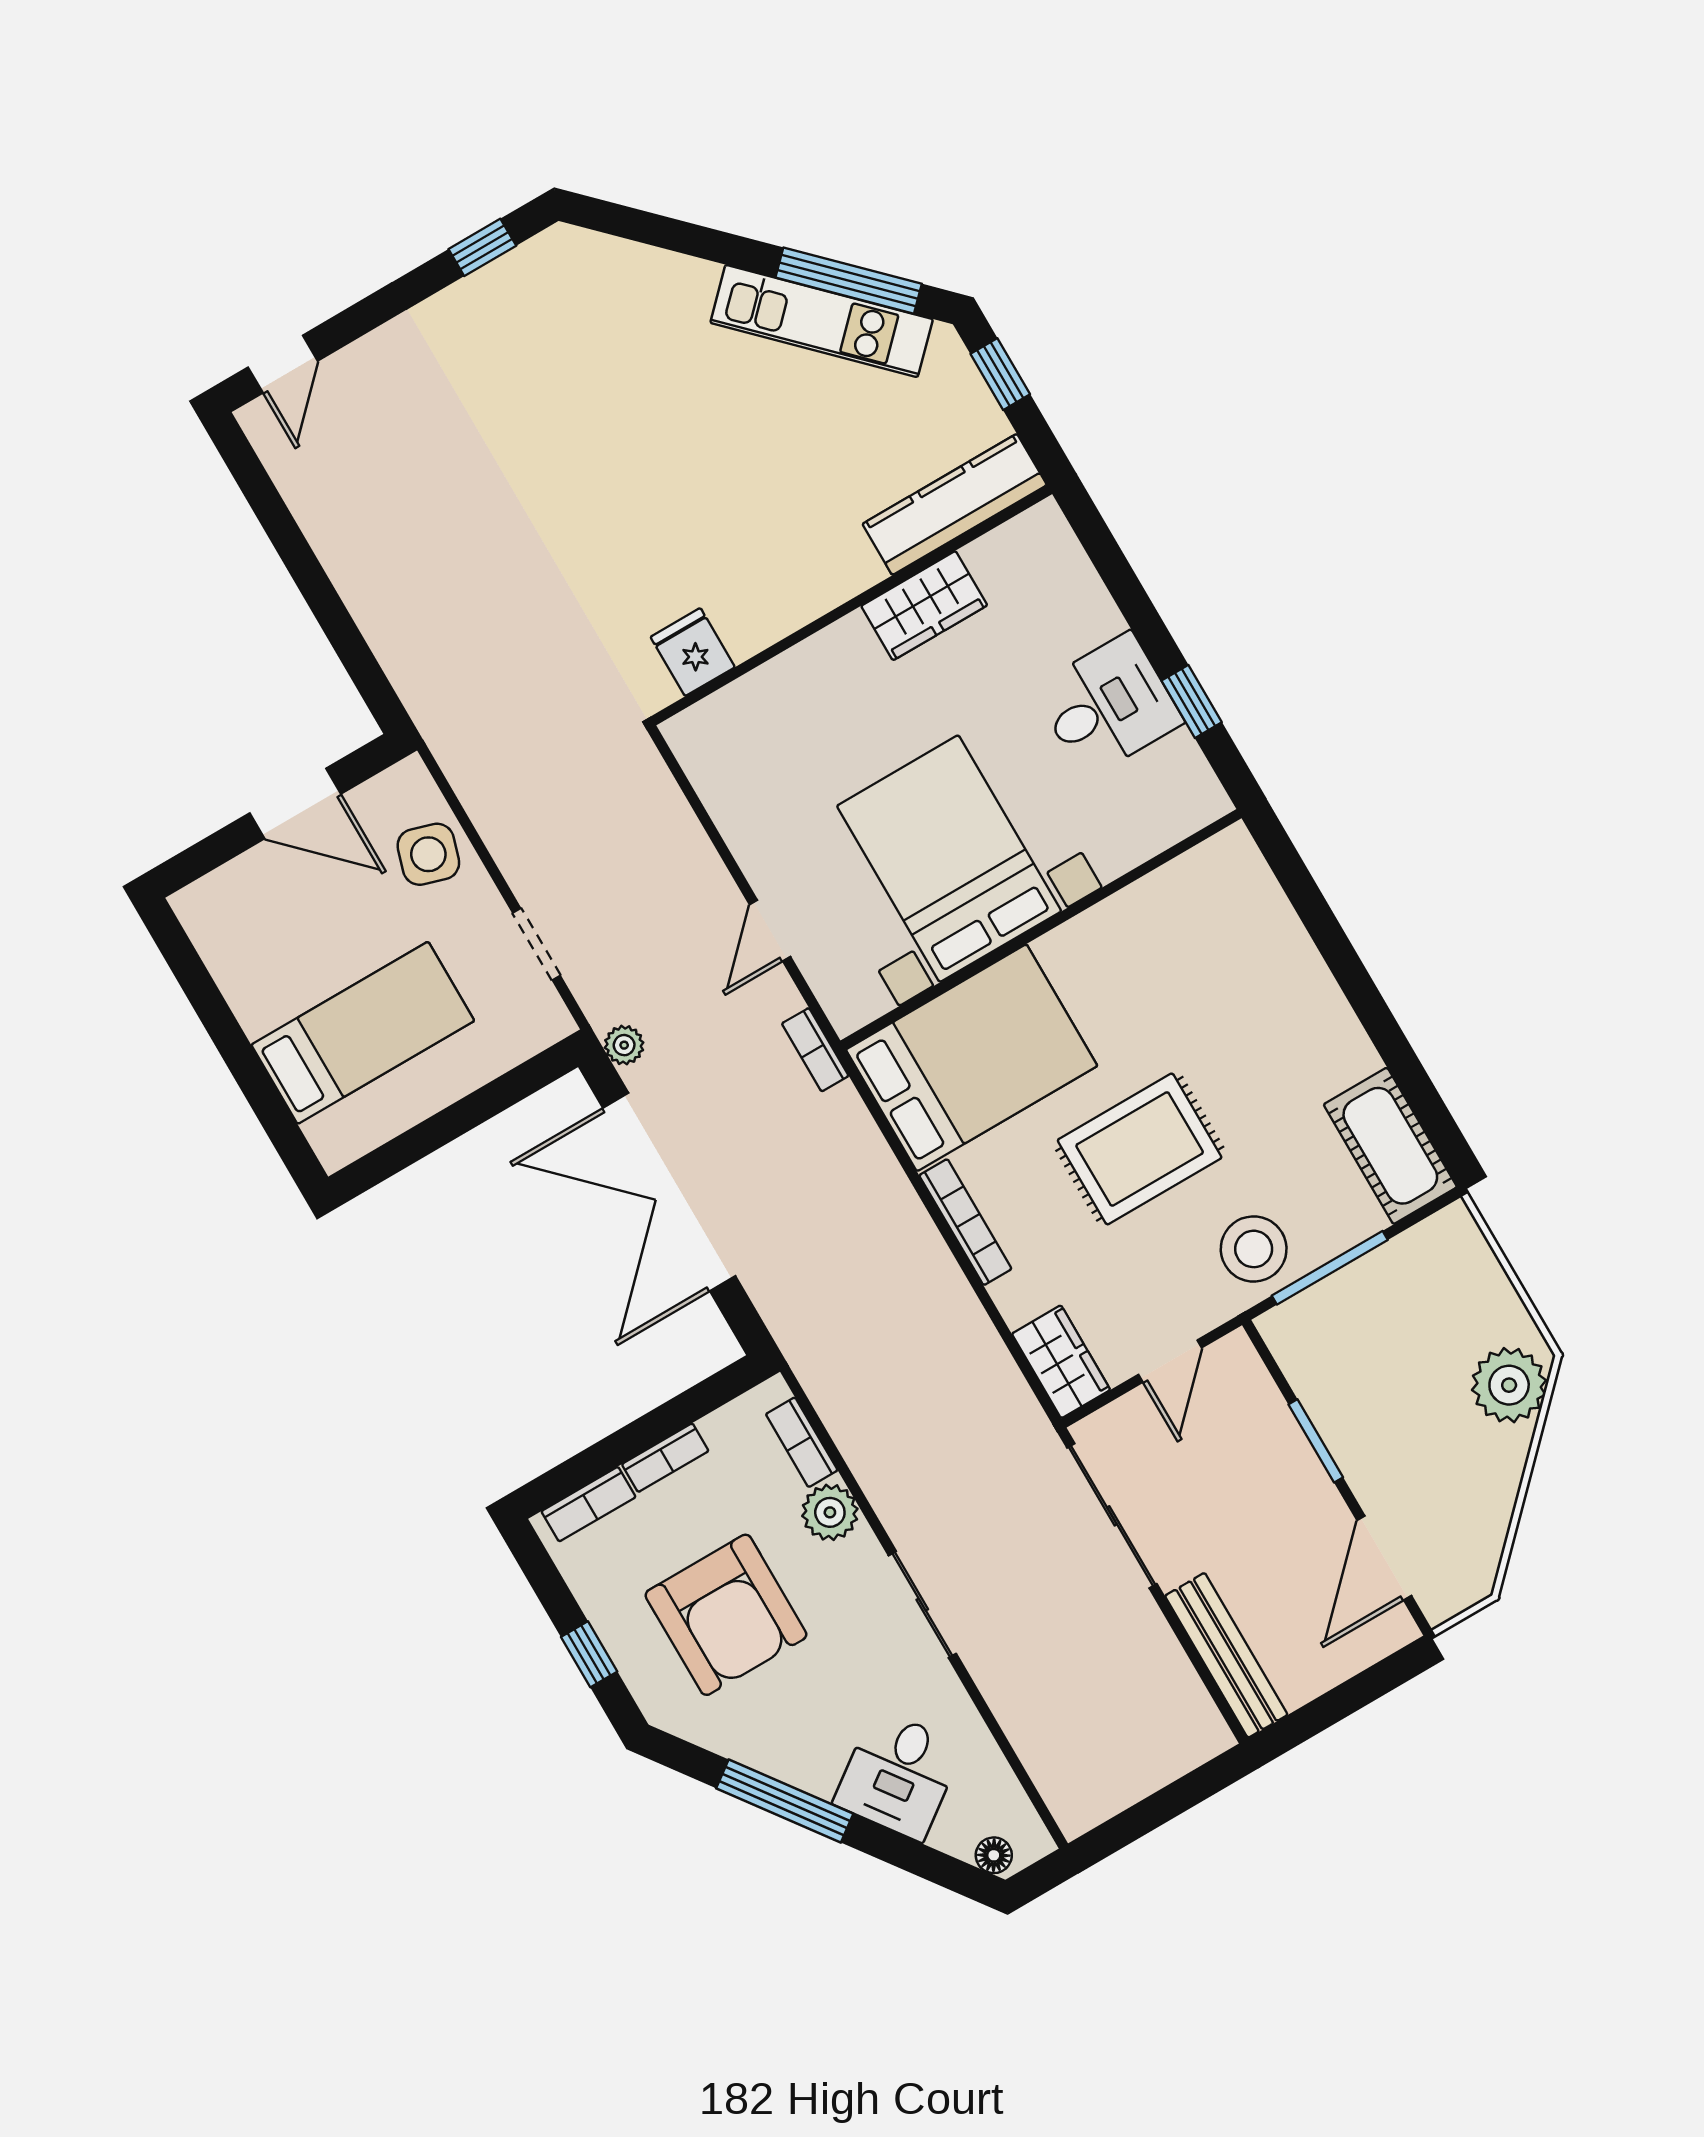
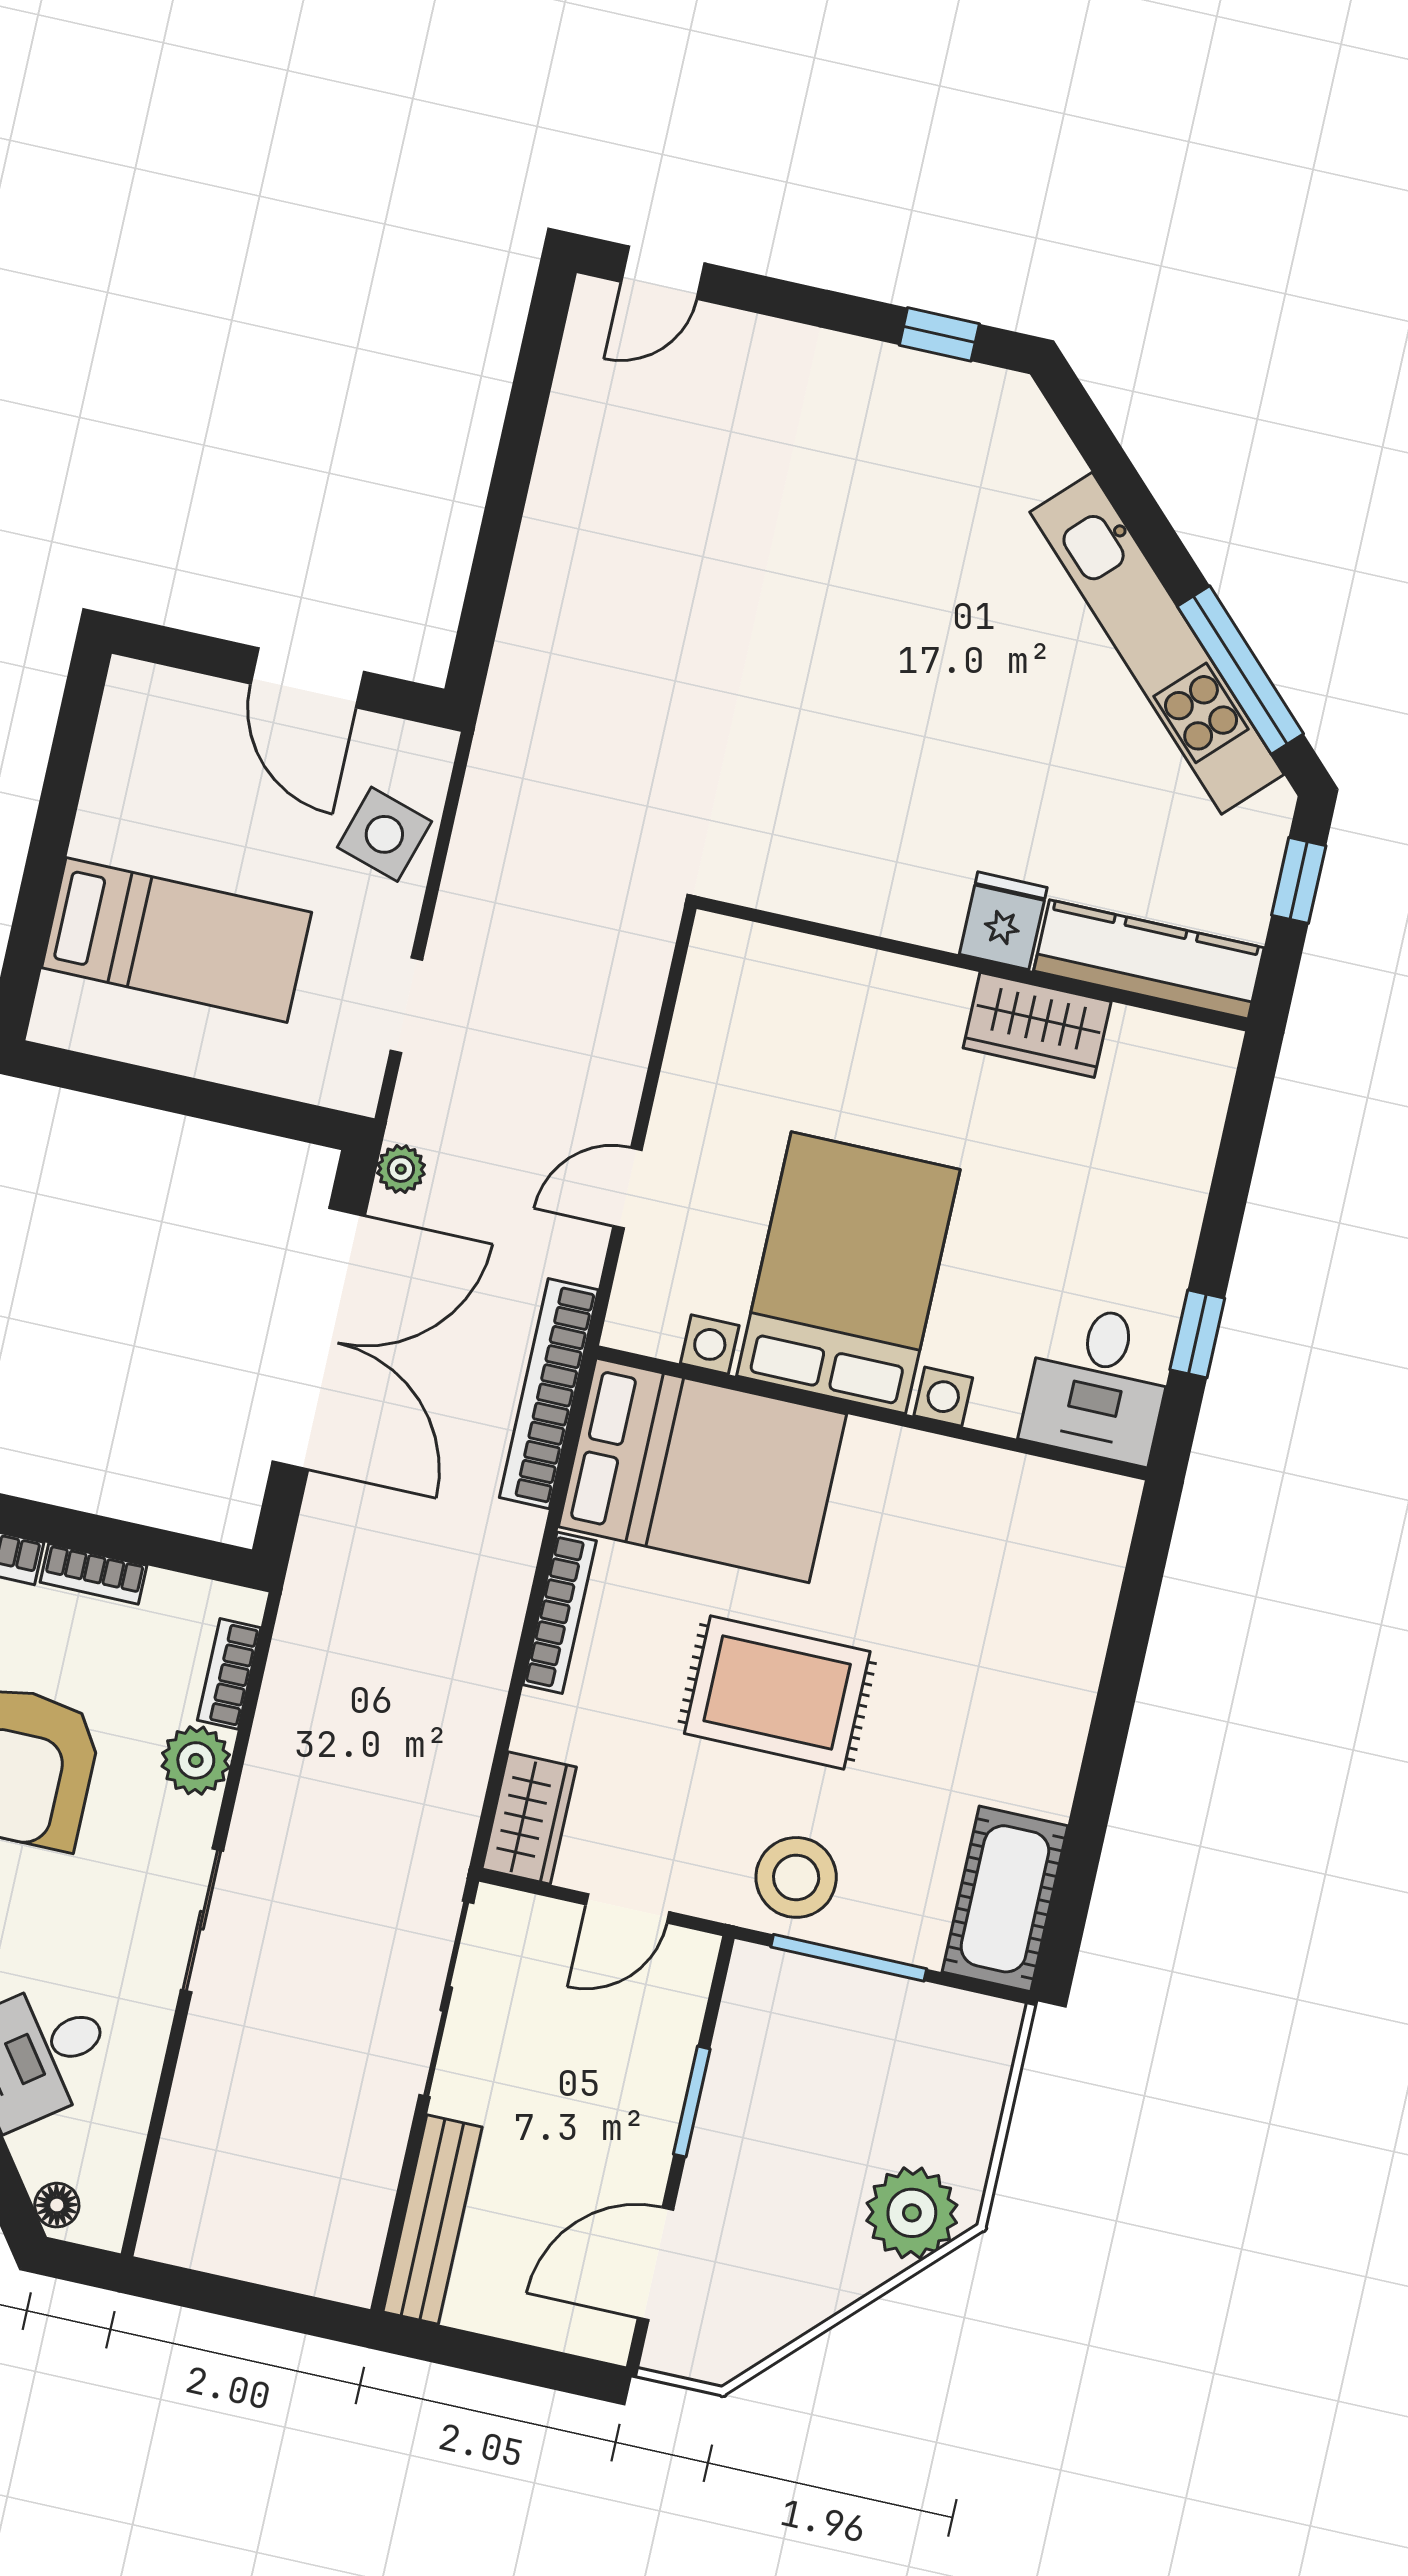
kitchen unit: (822, 321) -> (1157, 643), width x1.36
fridge: (693, 652) -> (1003, 921), moved
desk: (1108, 705) -> (1098, 1383), moved, turned 90
bookcase: (815, 1050) -> (549, 1394), width x2.31, depth x1.31
double door: (669, 1192) -> (319, 1339), swing flipped

